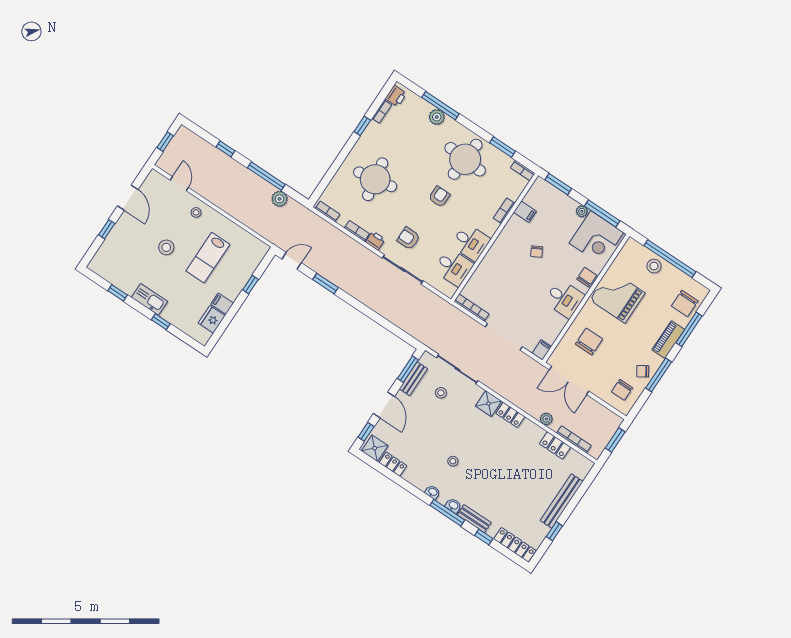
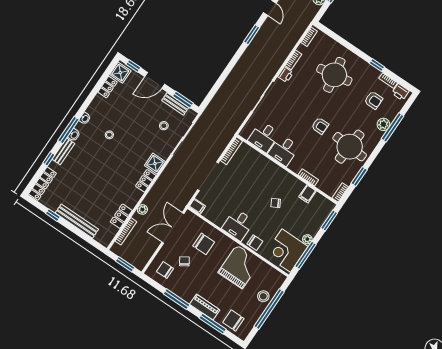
armchair: (408, 238) -> (373, 100), moved, turned 90
chair: (643, 371) -> (184, 261), moved

